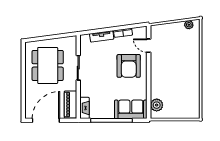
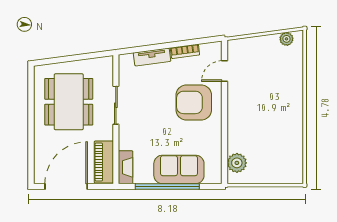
door: (149, 46) -> (225, 71), hinge flipped
armchair: (129, 66) -> (194, 102), turned 90
sofa: (131, 109) -> (179, 169), moved

